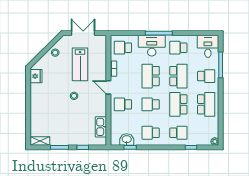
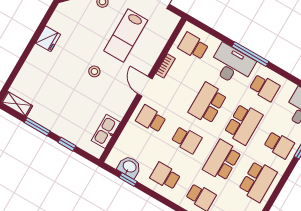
school desk: (178, 48) -> (265, 88), turned 180
fridge: (36, 76) -> (48, 39), moved
school desk: (151, 104) -> (186, 140), turned 180

